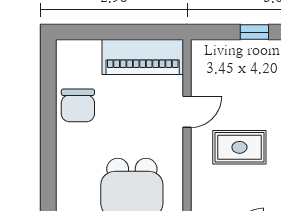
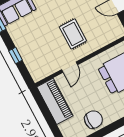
door: (187, 112) -> (69, 67), swing flipped

